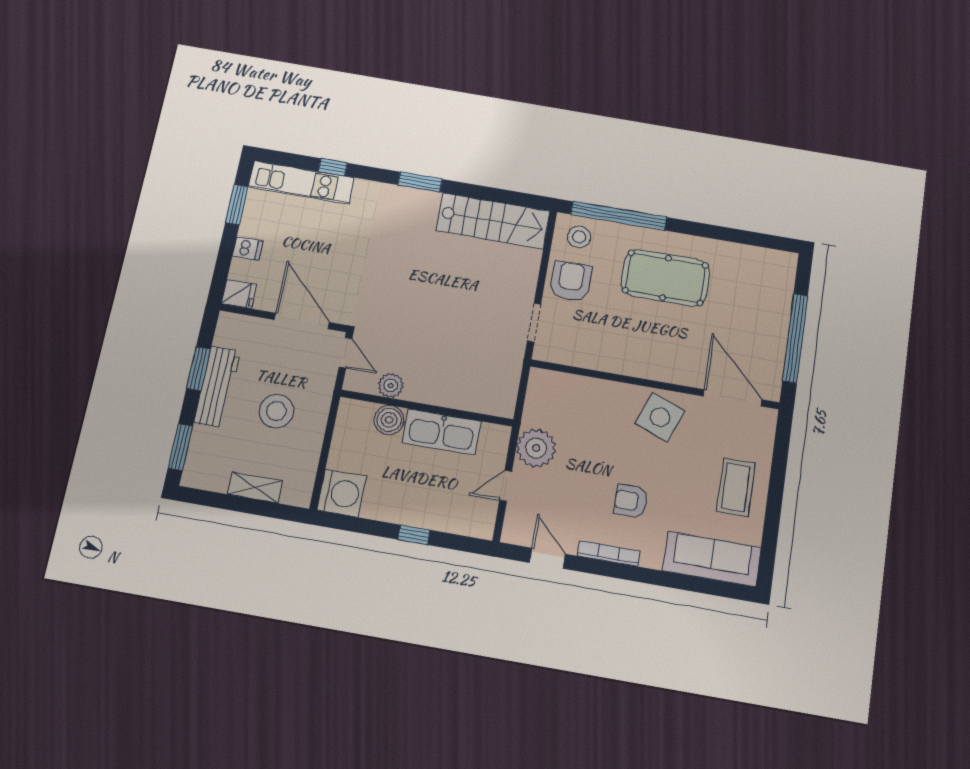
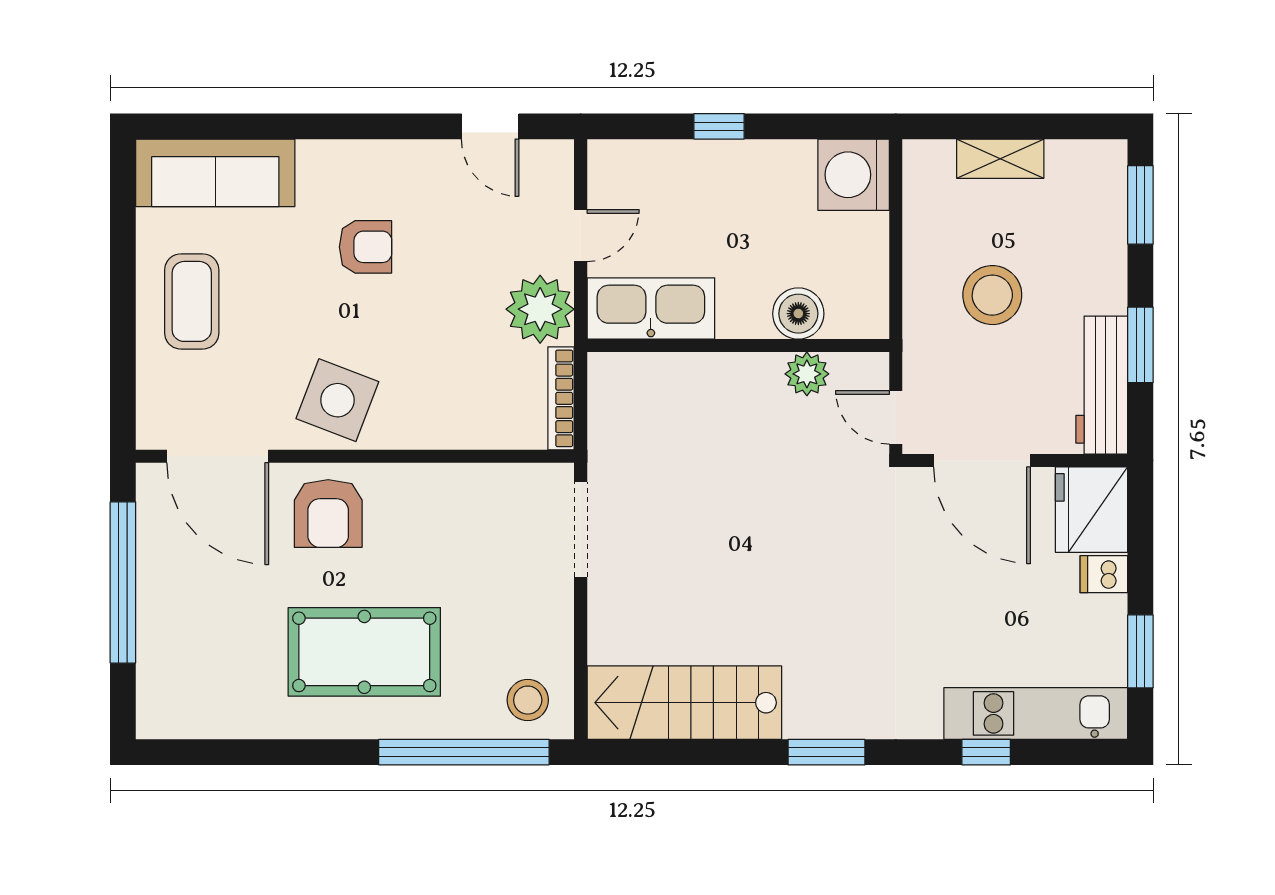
armchair: (571, 281) -> (328, 514), moved
fridge: (239, 294) -> (1092, 510), width x1.88, depth x1.34
doorway: (534, 323) -> (581, 530), width x1.38
workbench: (217, 387) -> (1102, 385), moved
kitchen sink: (441, 432) -> (651, 309), moved
bookcase: (609, 553) -> (561, 398), moved, turned 90

